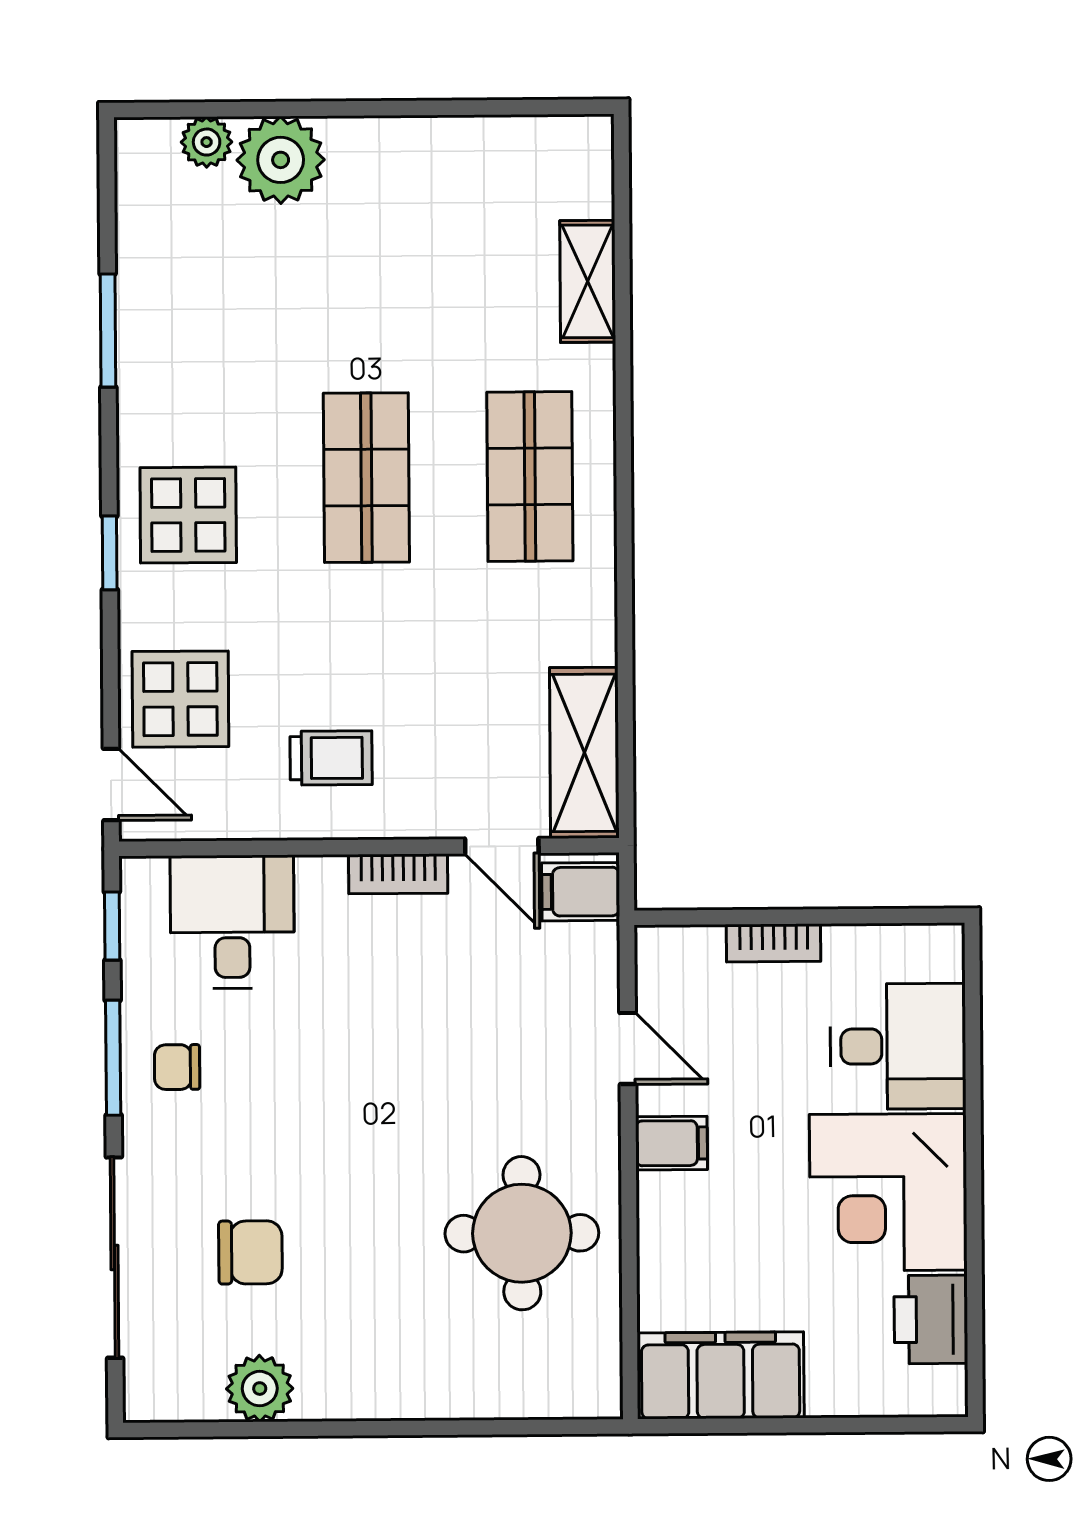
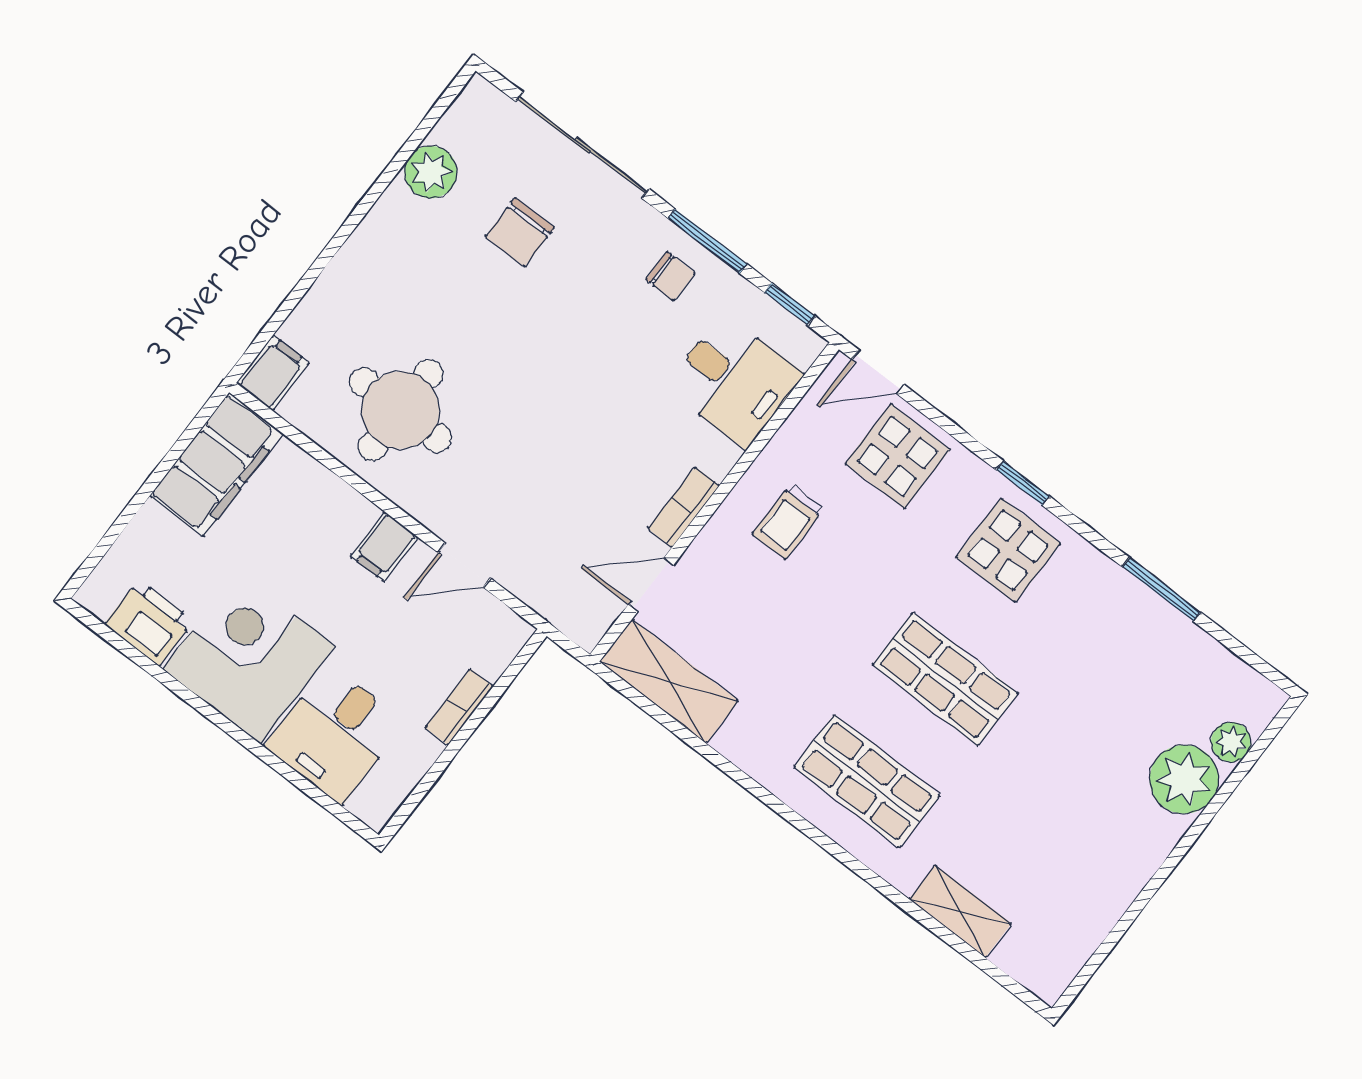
filing cabinet: (581, 892) -> (273, 373), moved
chair: (177, 1067) -> (671, 276), turned 90

